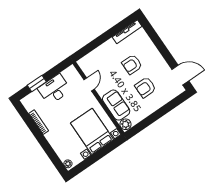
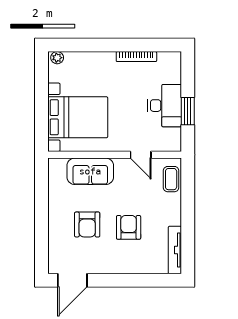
coffee table: (91, 59) -> (171, 179), added
window: (37, 84) -> (188, 111), moved
armchair: (145, 87) -> (87, 225), turned 180
plant: (125, 124) -> (57, 166), removed

